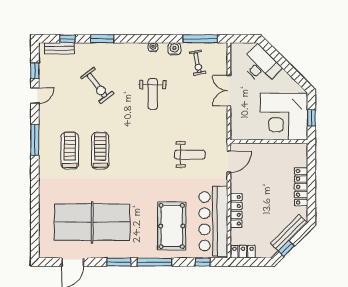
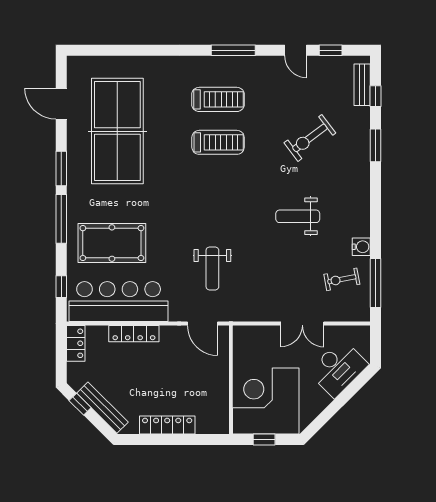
water cooler: (153, 47) -> (364, 217), removed
double door: (229, 91) -> (302, 324), swing flipped

